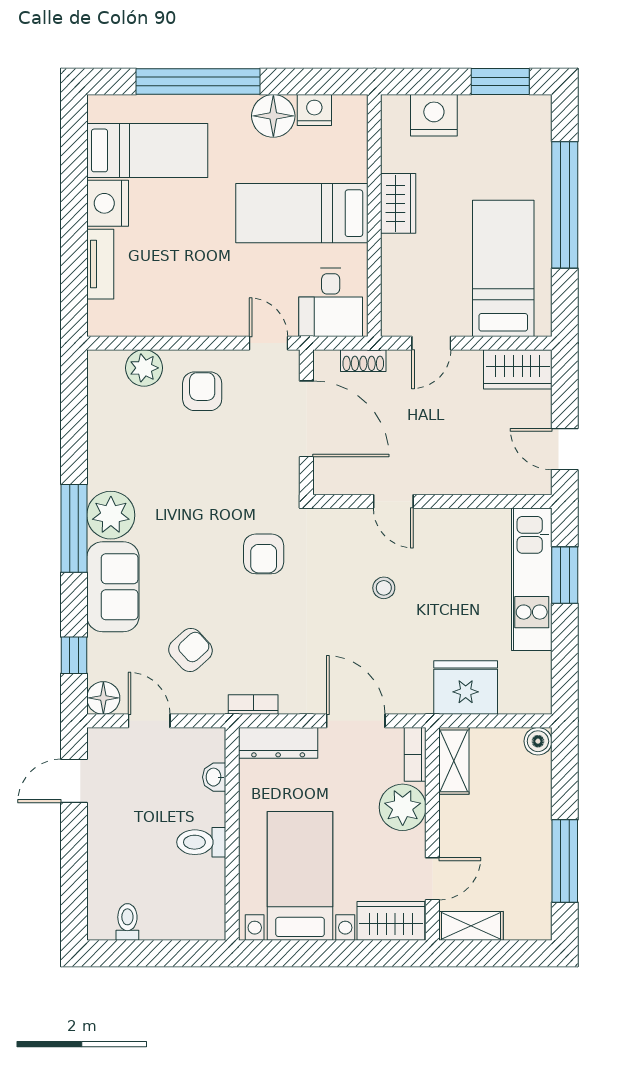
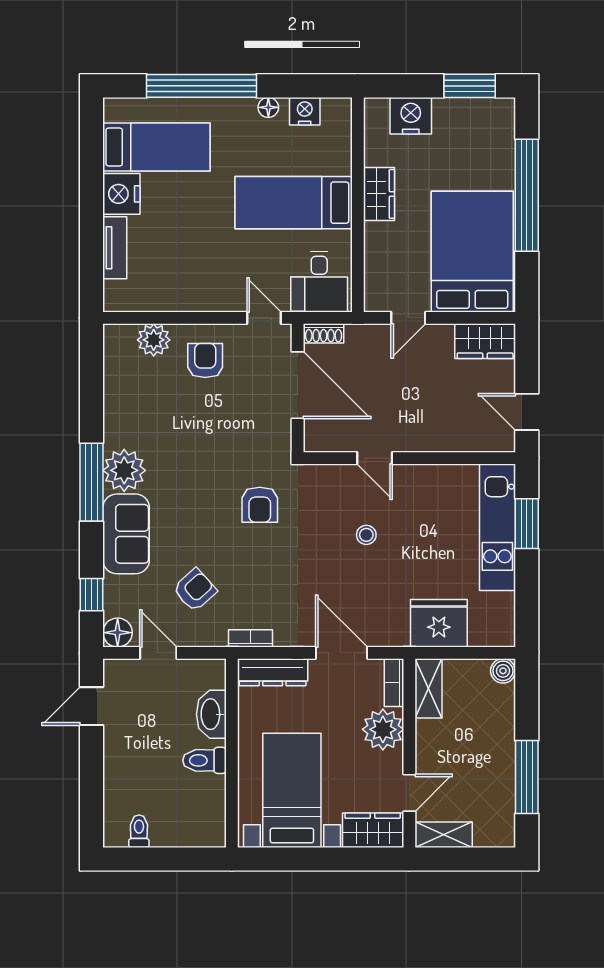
floor lamp: (273, 116) -> (268, 107), width x0.53, depth x0.53
bed: (503, 268) -> (472, 252), width x1.50
shoe rack: (363, 361) -> (324, 333), moved
washbasin: (214, 777) -> (211, 714), width x1.91, depth x1.45

